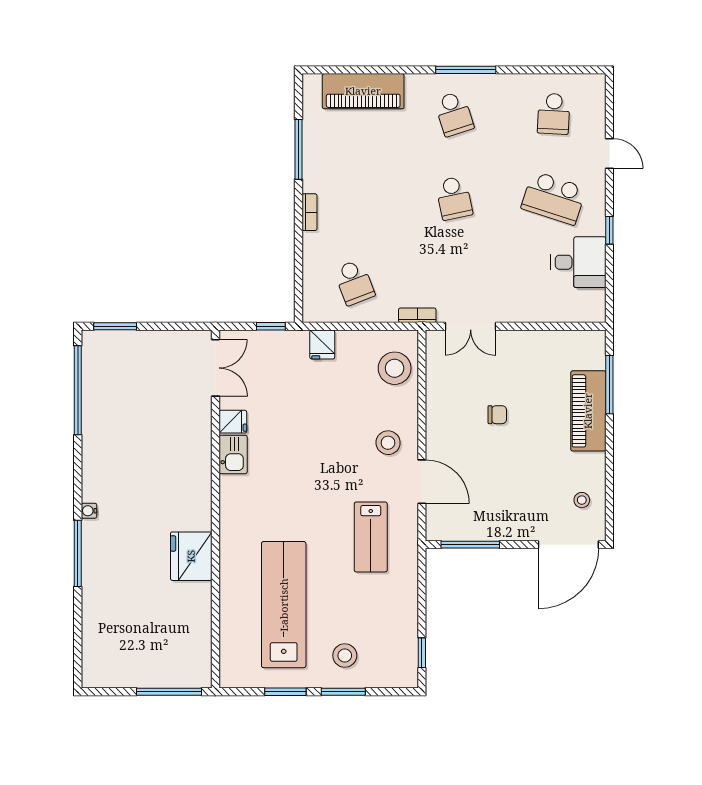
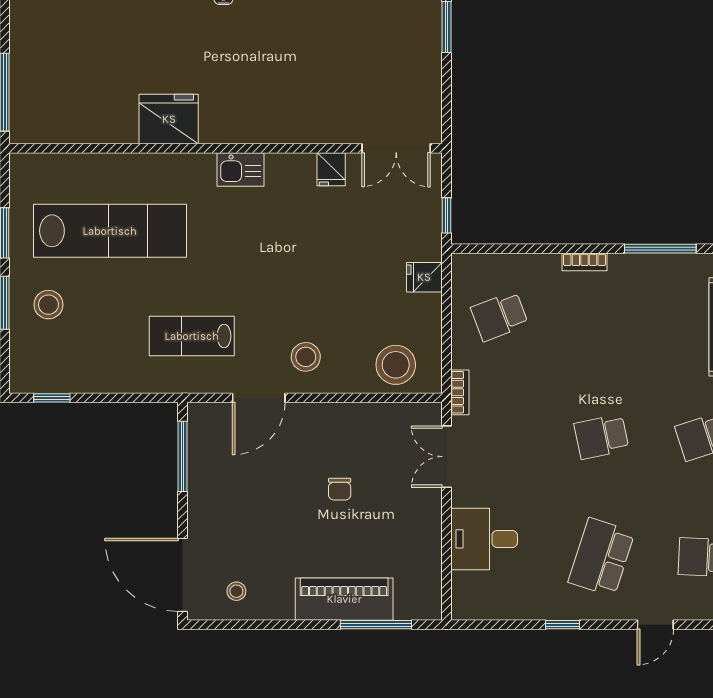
desk: (578, 262) -> (484, 539), moved, turned 90
kitchen sink: (233, 454) -> (240, 170), moved

